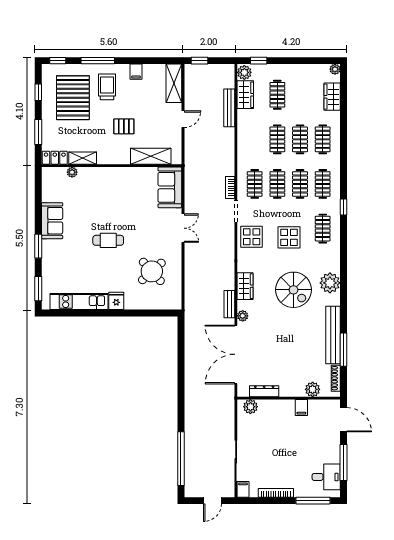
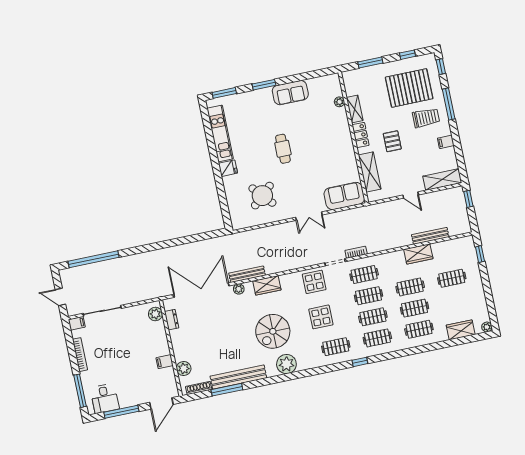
plant: (244, 72) -> (466, 243), removed
wardrobe: (245, 95) -> (418, 254), moved
locker: (55, 158) -> (361, 135), moved
bench: (229, 304) -> (247, 274), width x1.36
dresser: (264, 391) -> (172, 320), width x0.70

